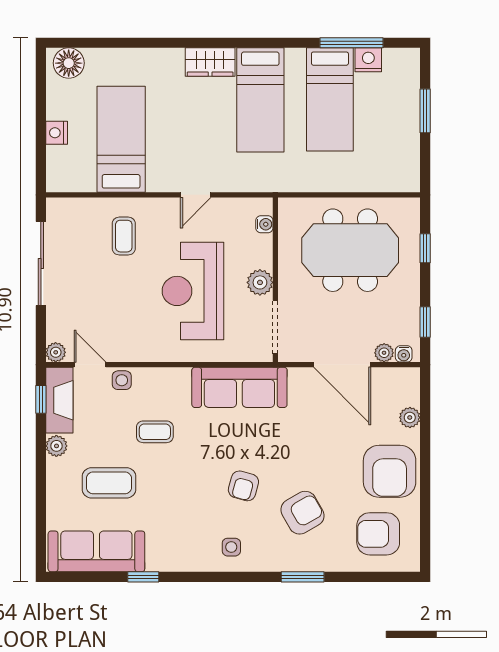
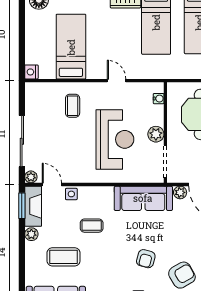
nightstand: (57, 133) -> (31, 72), moved
door: (196, 195) -> (117, 81), swing flipped
sliding door: (41, 263) -> (22, 141), moved
reception desk: (193, 291) -> (115, 139), turned 180
plant: (299, 378) -> (180, 192), added
window: (41, 399) -> (22, 206), width x1.50

